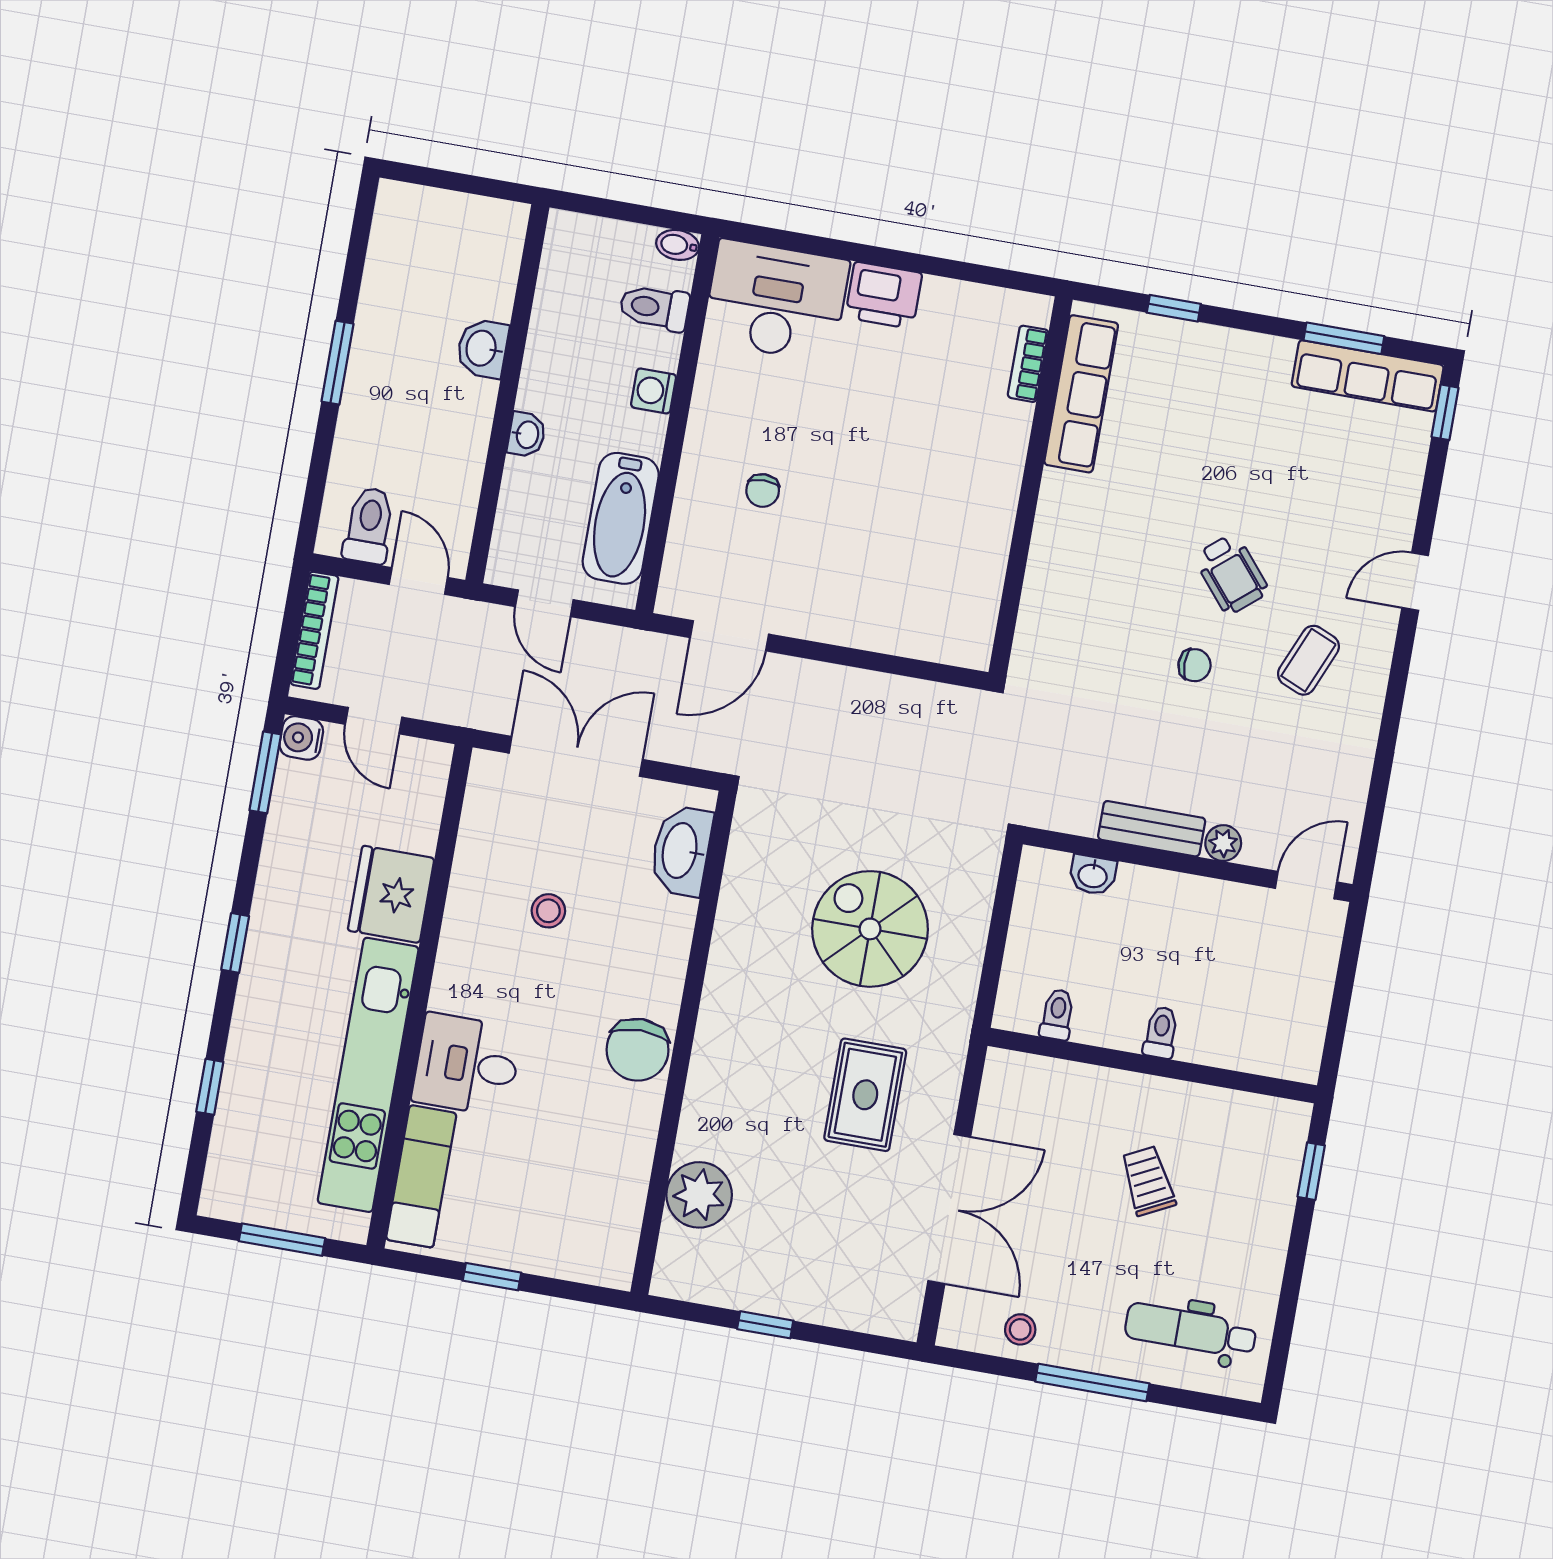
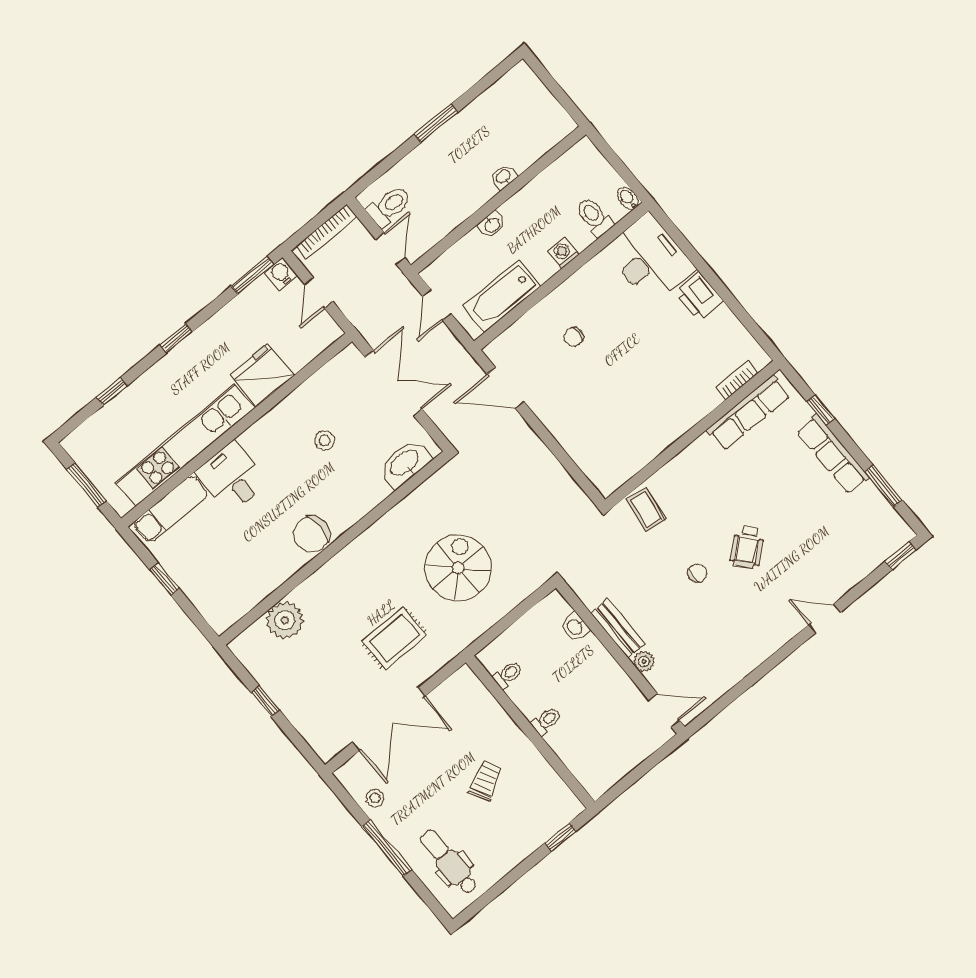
washbasin: (482, 348) -> (504, 177), width x0.72, depth x0.69
row of seats: (1368, 376) -> (833, 454), moved
coffee table: (1308, 660) -> (646, 509), moved, turned 75
chair: (1195, 665) -> (697, 573), turned -90

